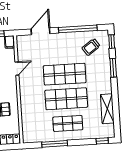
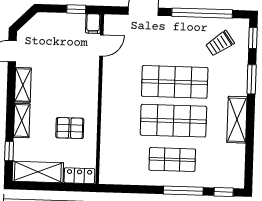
door: (17, 69) -> (101, 45), moved
shelving: (107, 109) -> (237, 120), moved
window: (55, 144) -> (183, 191), moved

